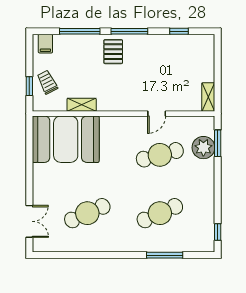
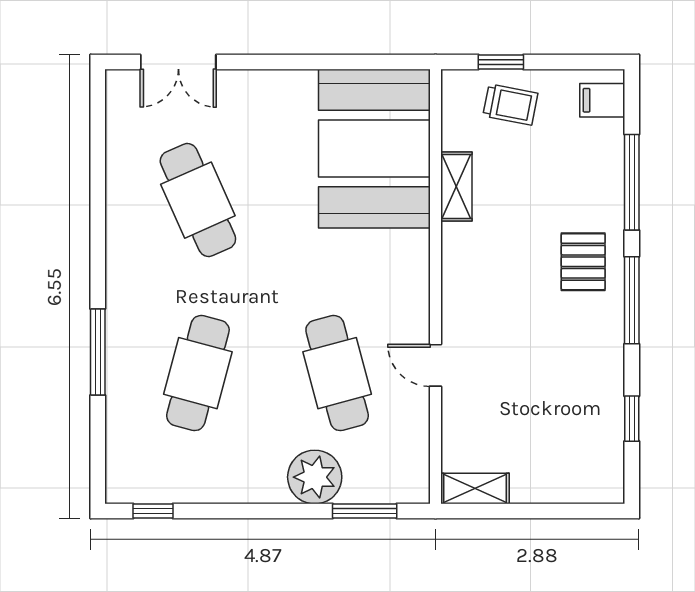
pallet: (113, 52) -> (583, 262), turned 90
trolley: (47, 82) -> (510, 105), turned 38
plant: (203, 148) -> (315, 477), moved
cafe table: (160, 213) -> (198, 373), turned 39
window: (165, 255) -> (98, 352), moved

